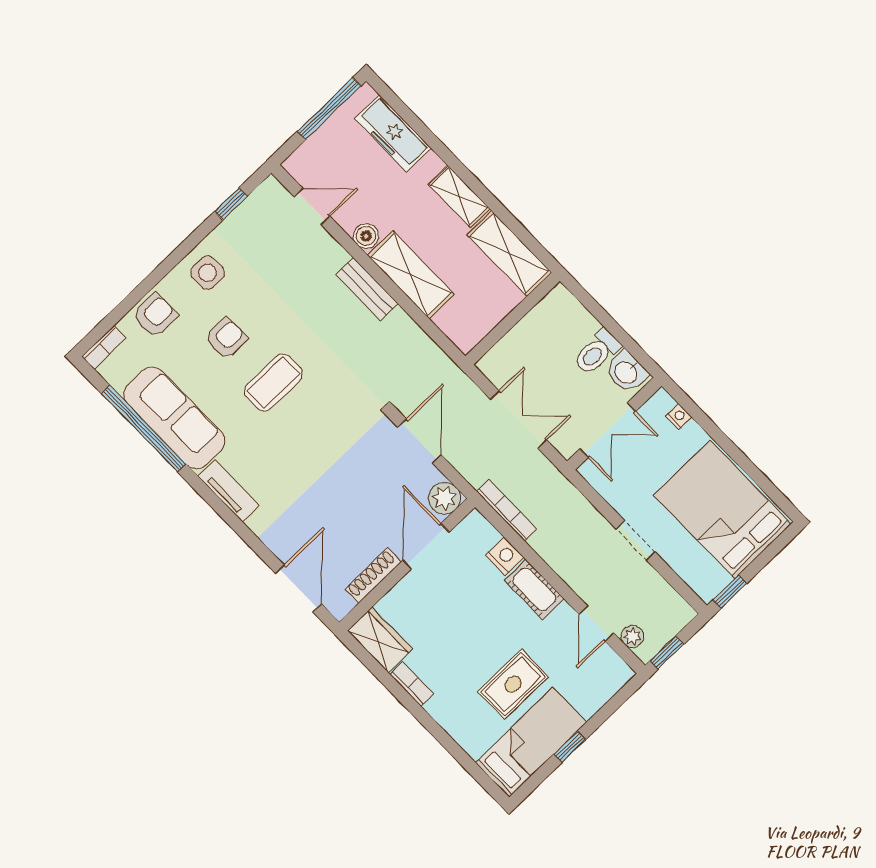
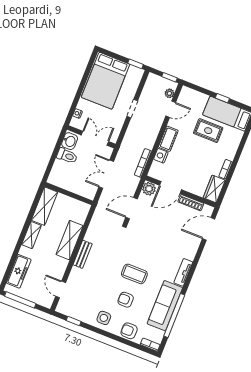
boiler: (366, 236) -> (63, 264), removed

